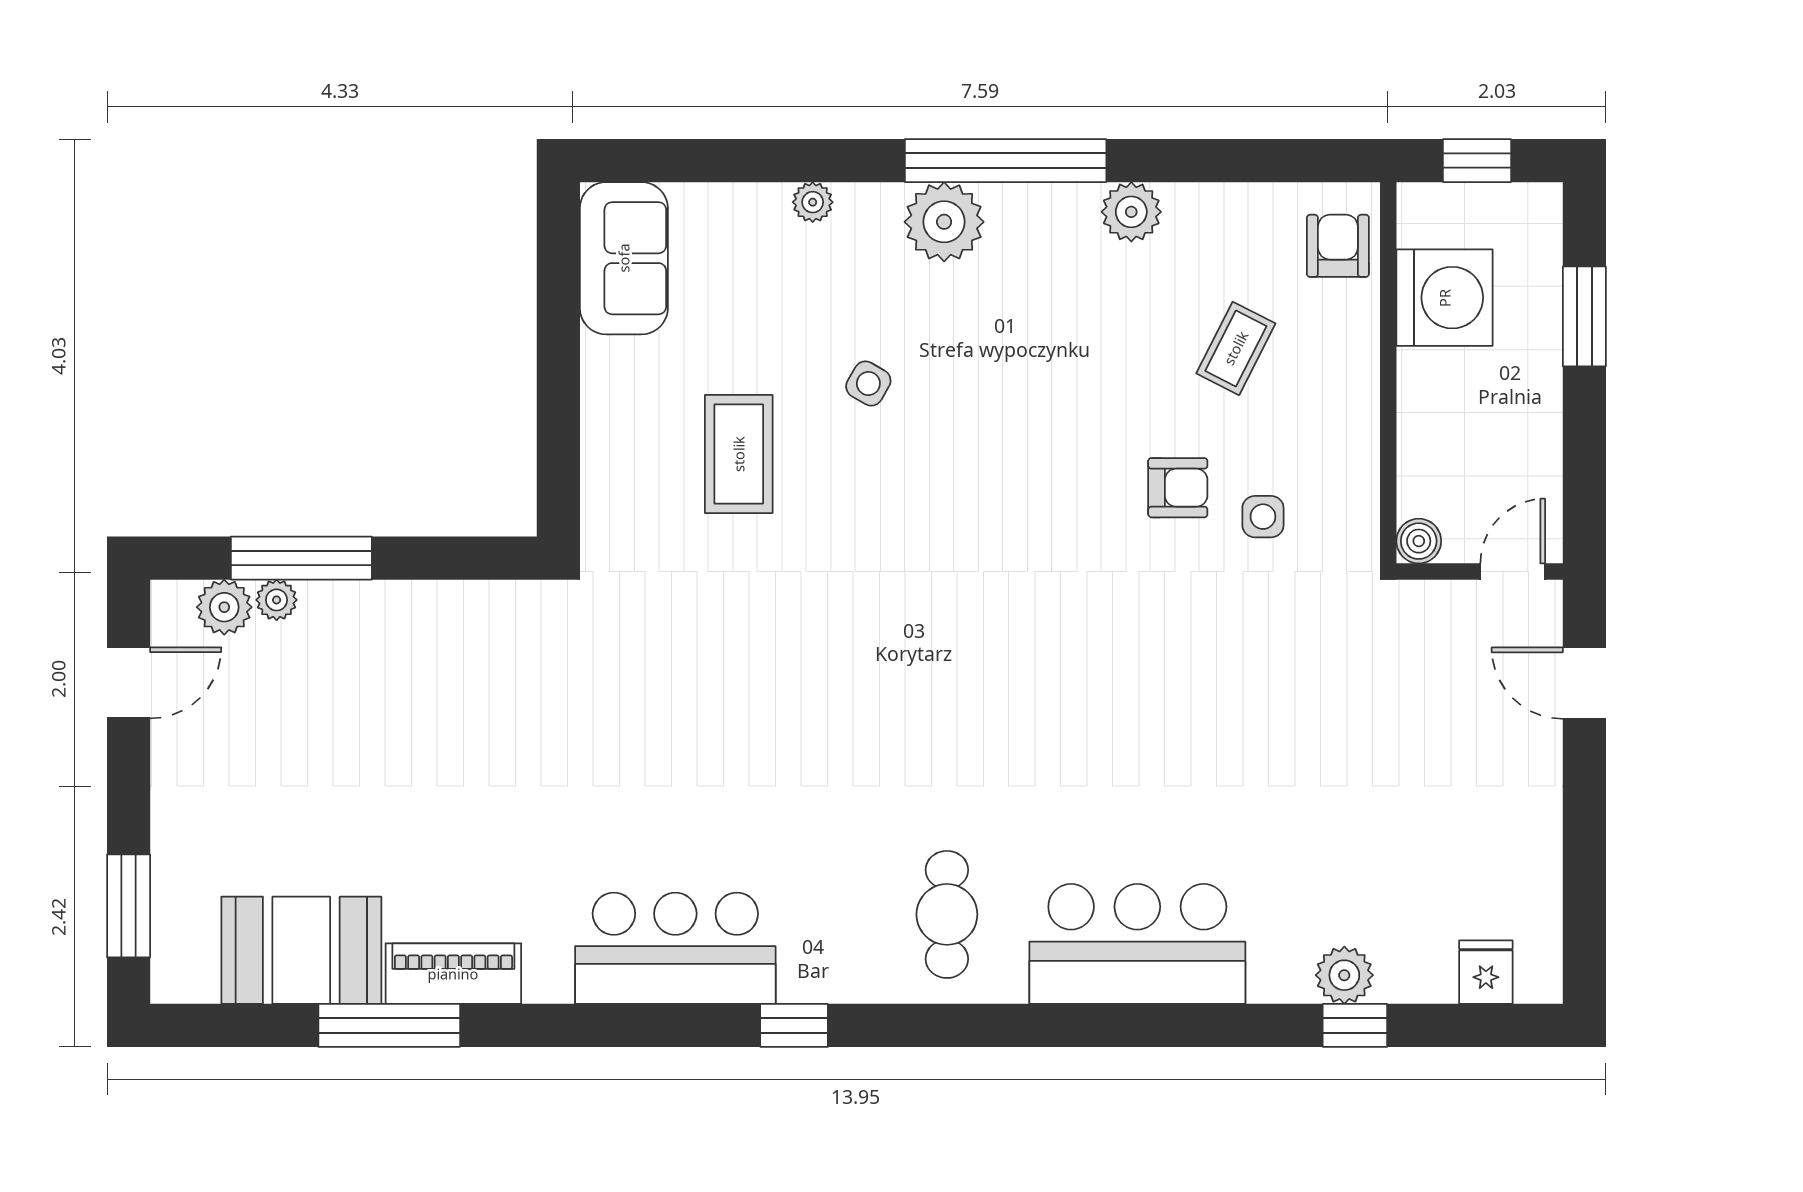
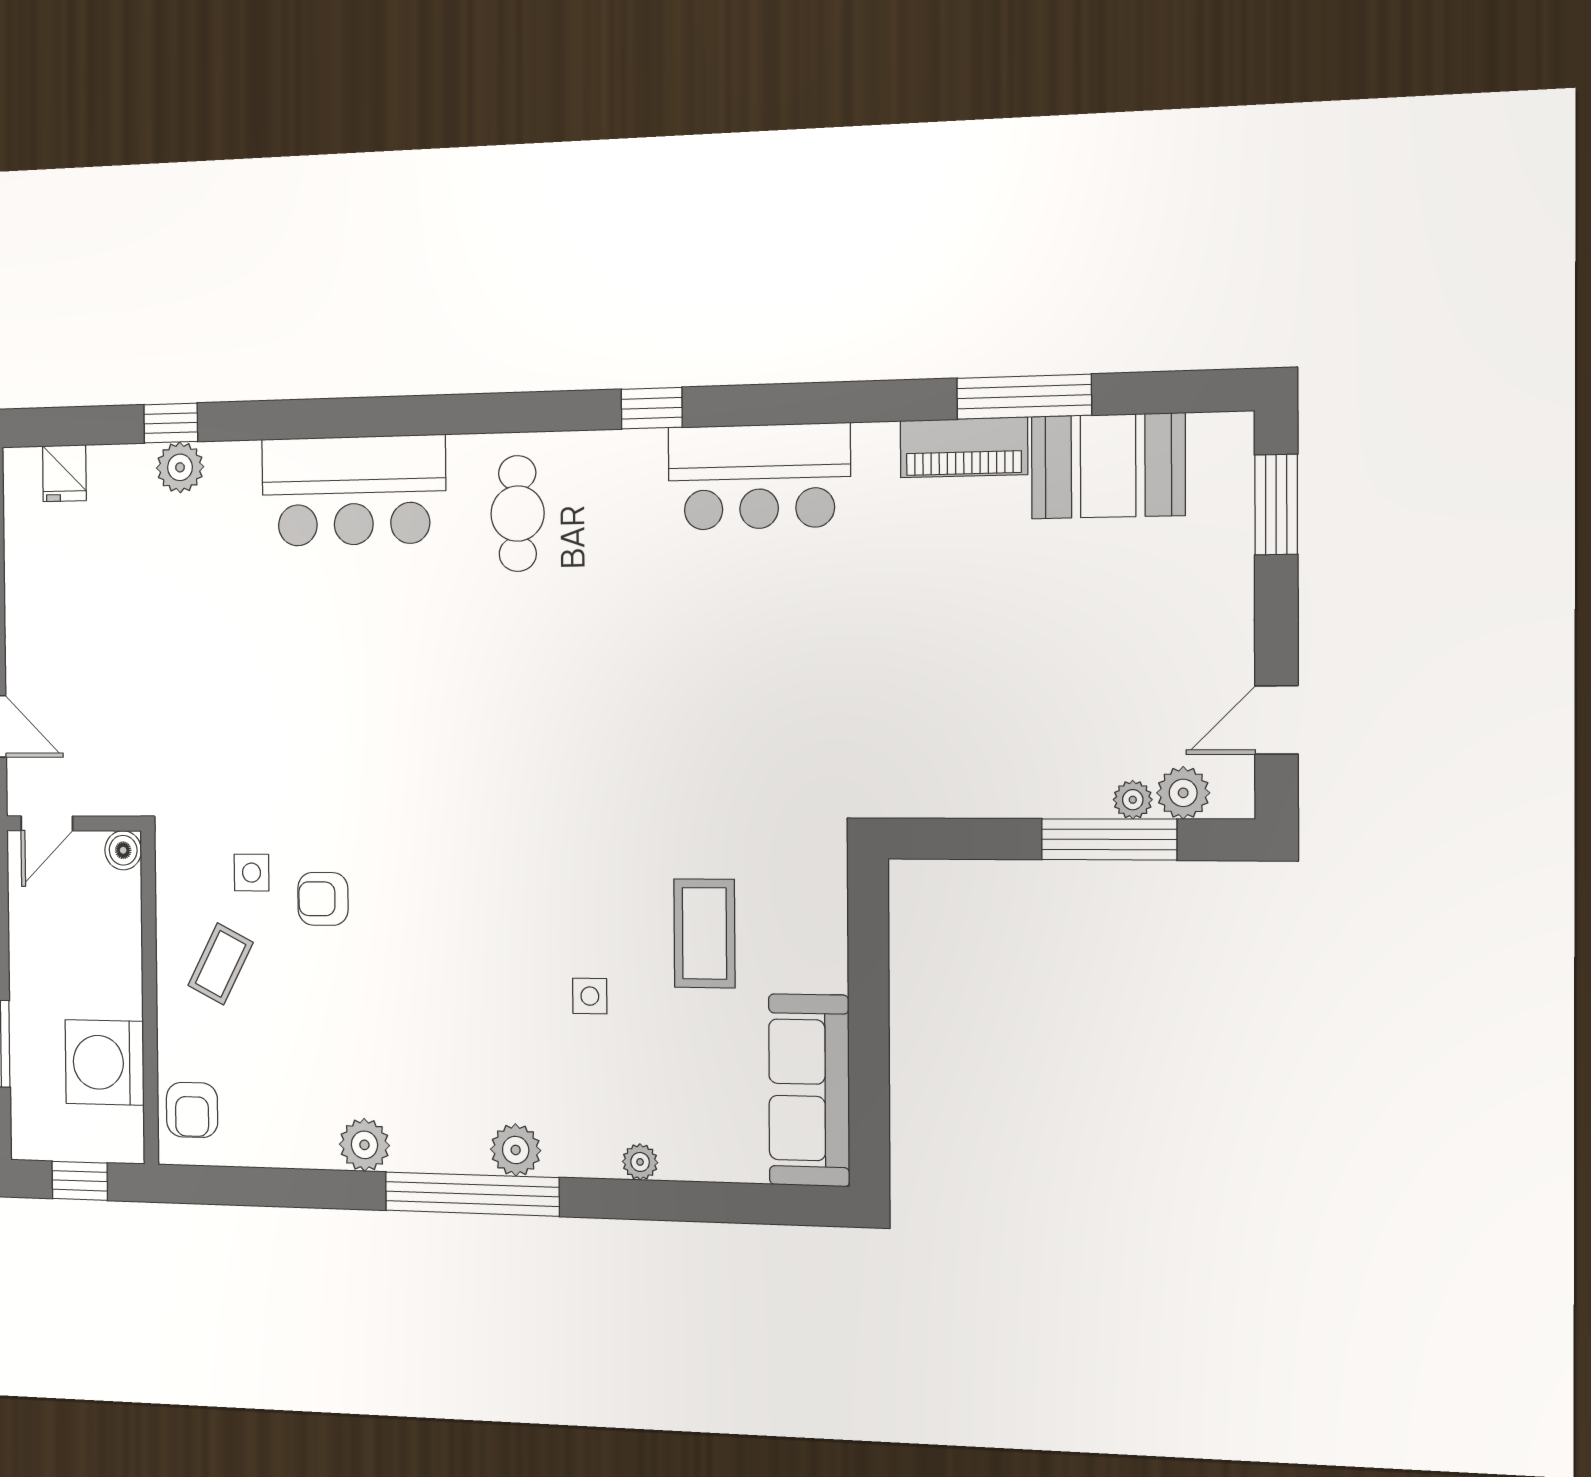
plant: (944, 222) -> (516, 1150), width x0.73, depth x0.73
sofa: (624, 258) -> (809, 1090), width x1.36
coffee table: (1236, 348) -> (221, 964), moved
side table: (868, 383) -> (590, 996), turned -30

